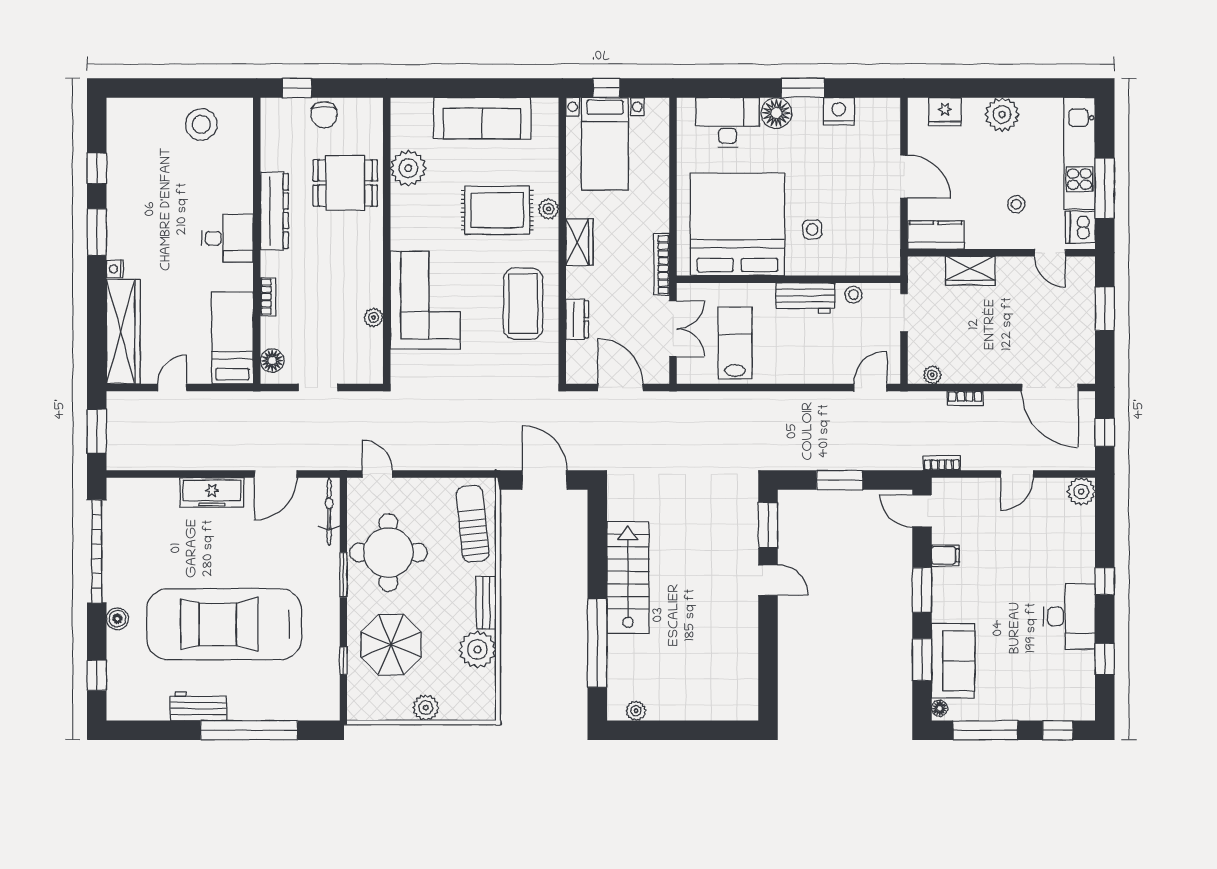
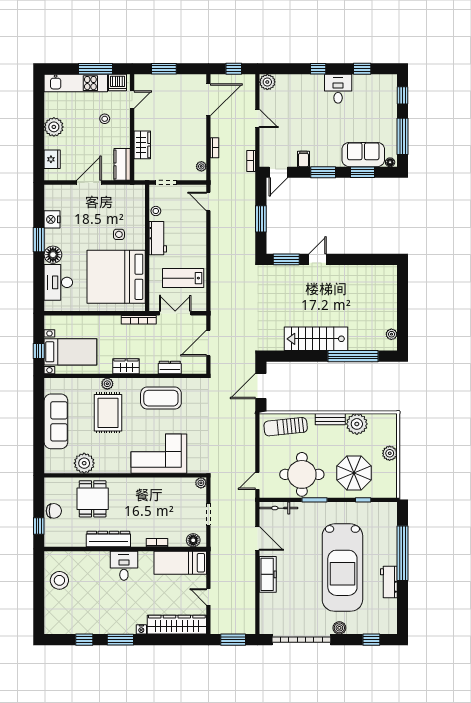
plant: (374, 317) -> (201, 483), moved
desk: (1069, 616) -> (338, 89), width x0.73

